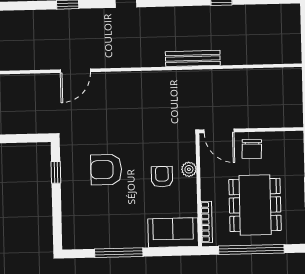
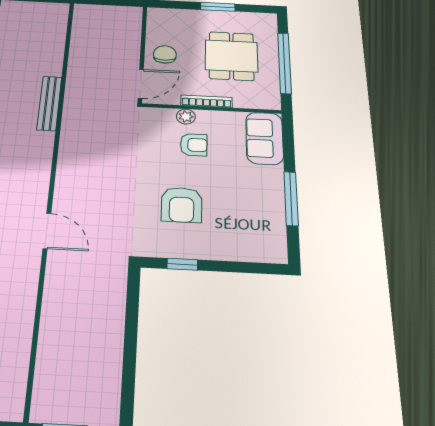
chair: (252, 149) -> (165, 54), turned -92
armchair: (162, 177) -> (194, 145), turned 180
dining table: (255, 205) -> (231, 56), width x0.73
bookcase: (207, 222) -> (206, 101), moved

